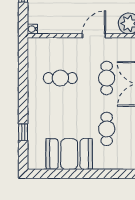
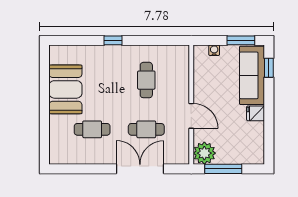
water cooler: (32, 29) -> (214, 50), moved
window: (23, 132) -> (113, 40), moved

